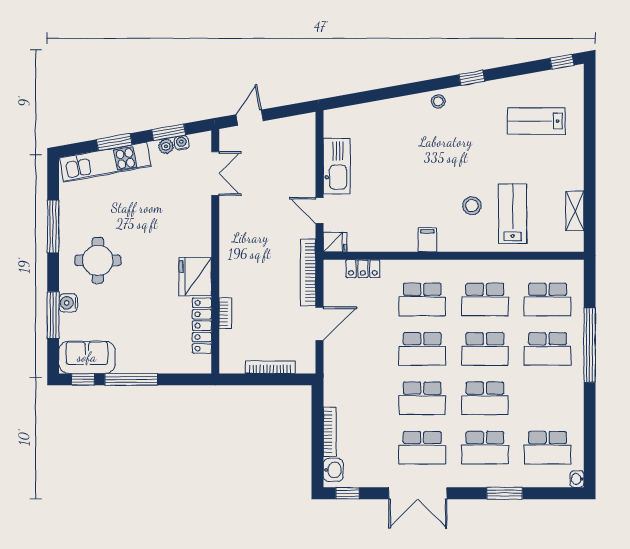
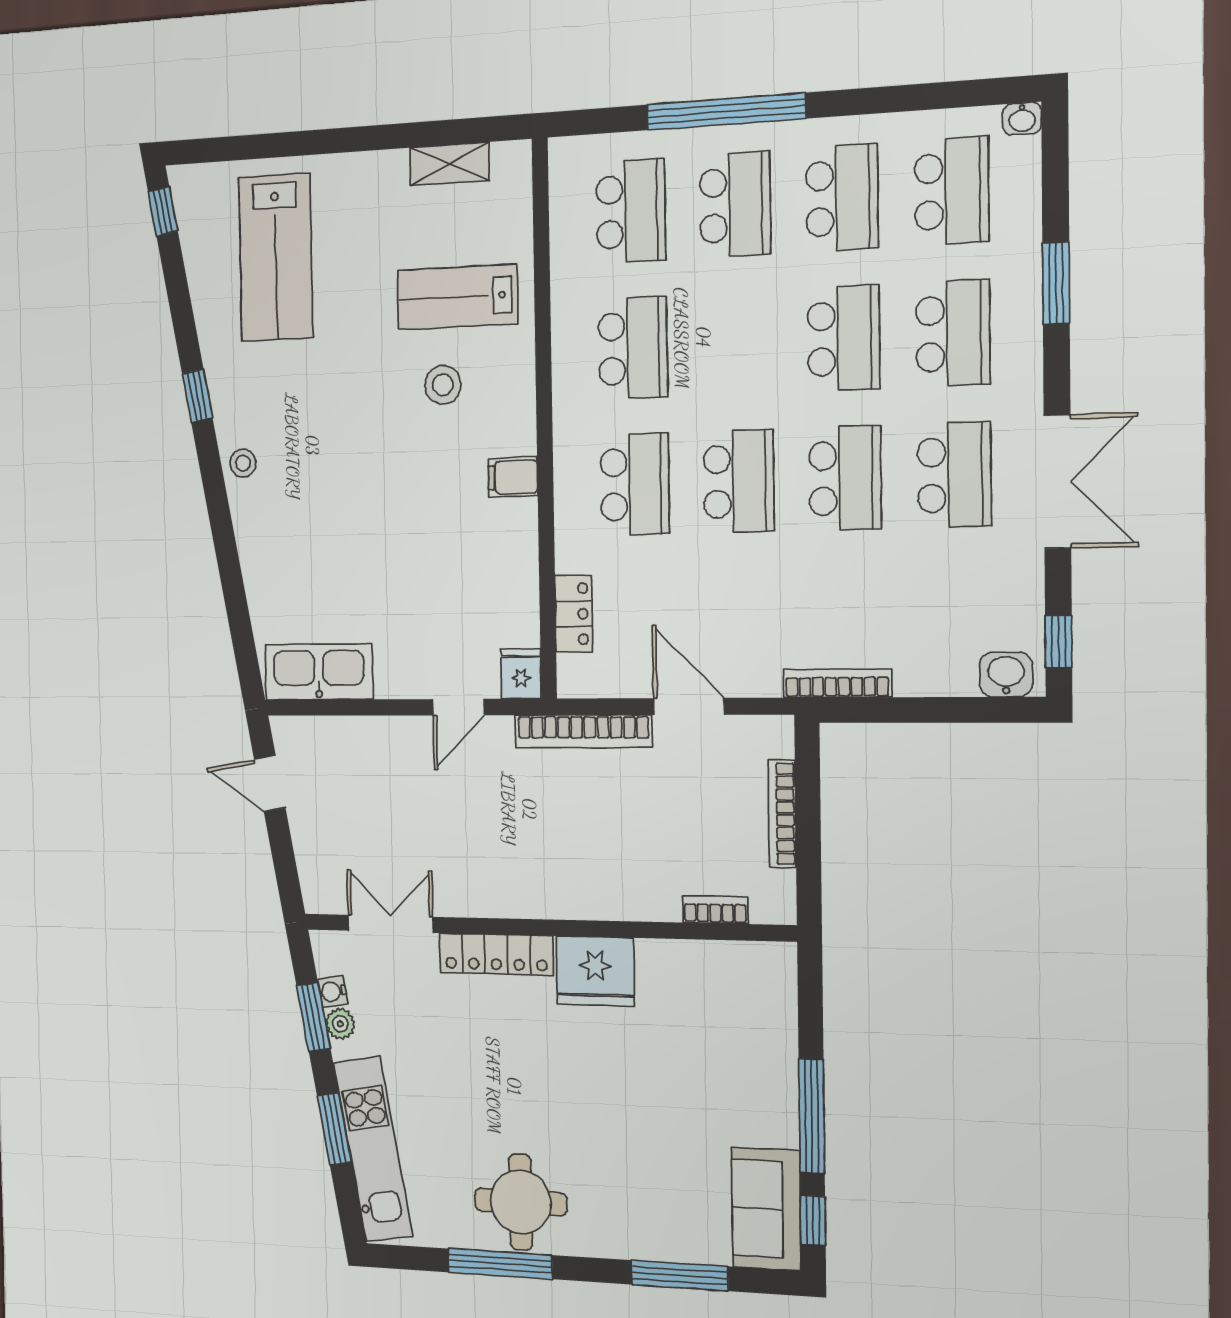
door: (250, 118) -> (270, 783), moved
lab bench: (536, 121) -> (276, 257), width x1.36, depth x1.39
kitchen sink: (337, 166) -> (319, 672), moved
round table: (98, 260) -> (521, 1202), moved
water cooler: (68, 303) -> (653, 1242), removed
bookcase: (225, 313) -> (715, 910), moved
locker: (202, 326) -> (496, 954), moved
school desk: (485, 349) -> (842, 198), moved
bookcase: (330, 432) -> (837, 683), moved

